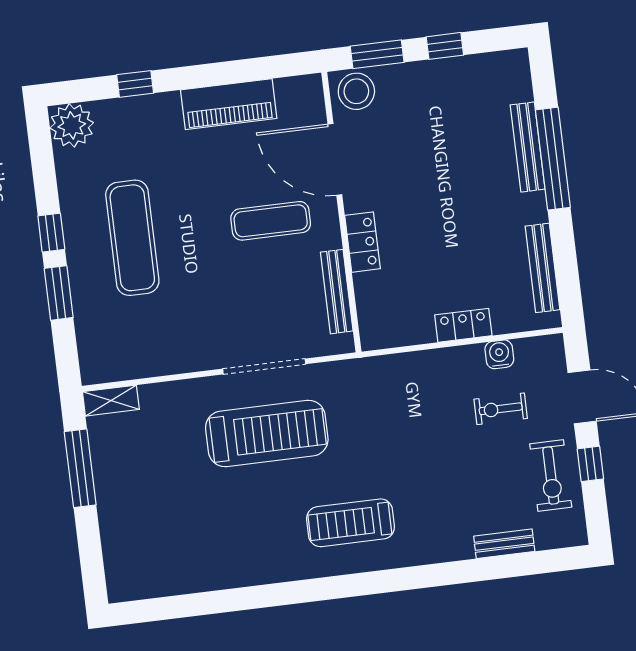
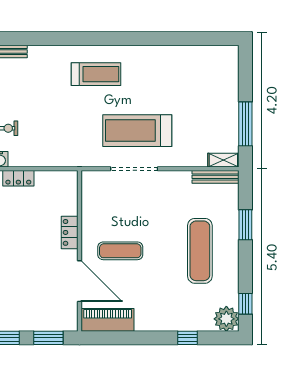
stool: (356, 91) -> (63, 318), removed
piano: (229, 104) -> (108, 320), moved
window: (51, 233) -> (245, 304), moved
bench: (337, 292) -> (215, 177), moved, turned 90

